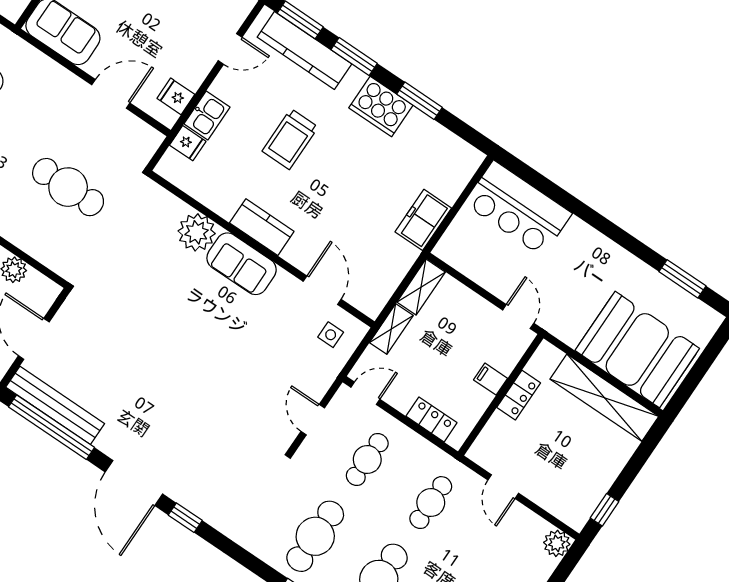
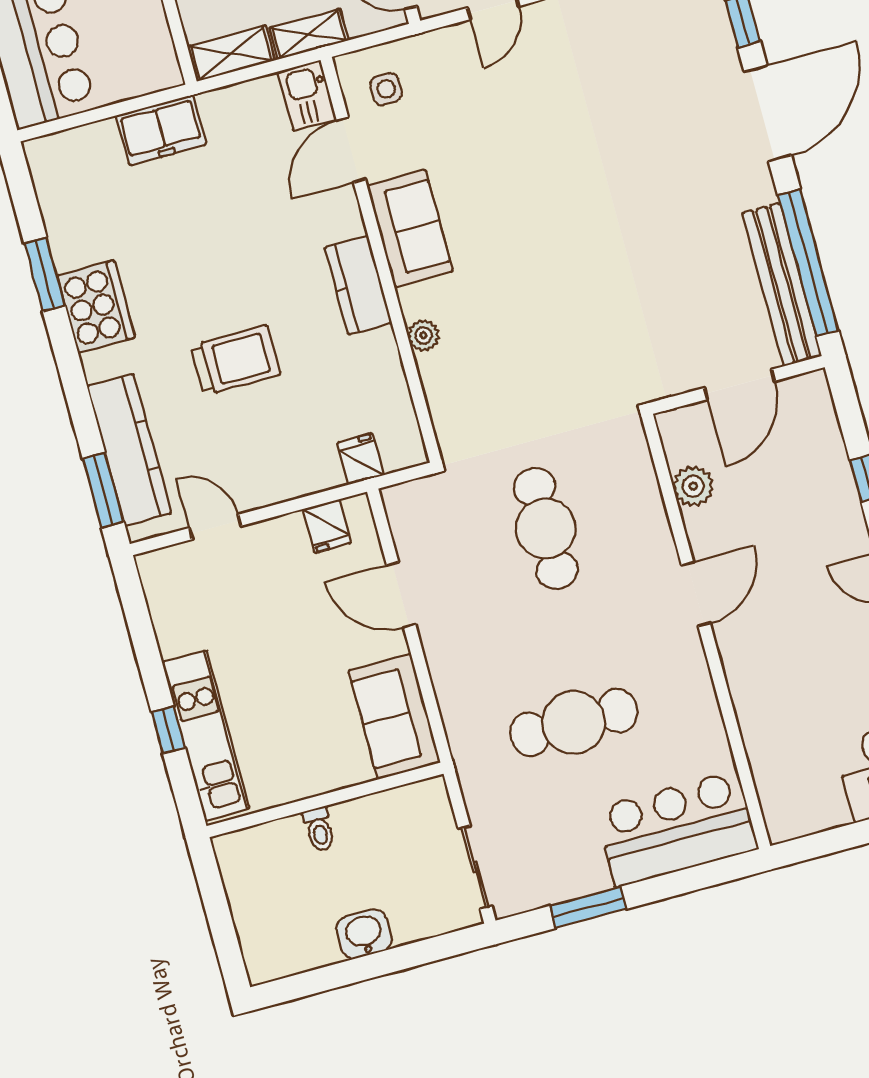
window: (354, 56) -> (77, 393), removed
kitchen sink: (207, 115) -> (307, 96), moved, turned -90
plant: (197, 232) -> (423, 335), width x0.53, depth x0.53
sofa: (242, 264) -> (410, 228), moved

